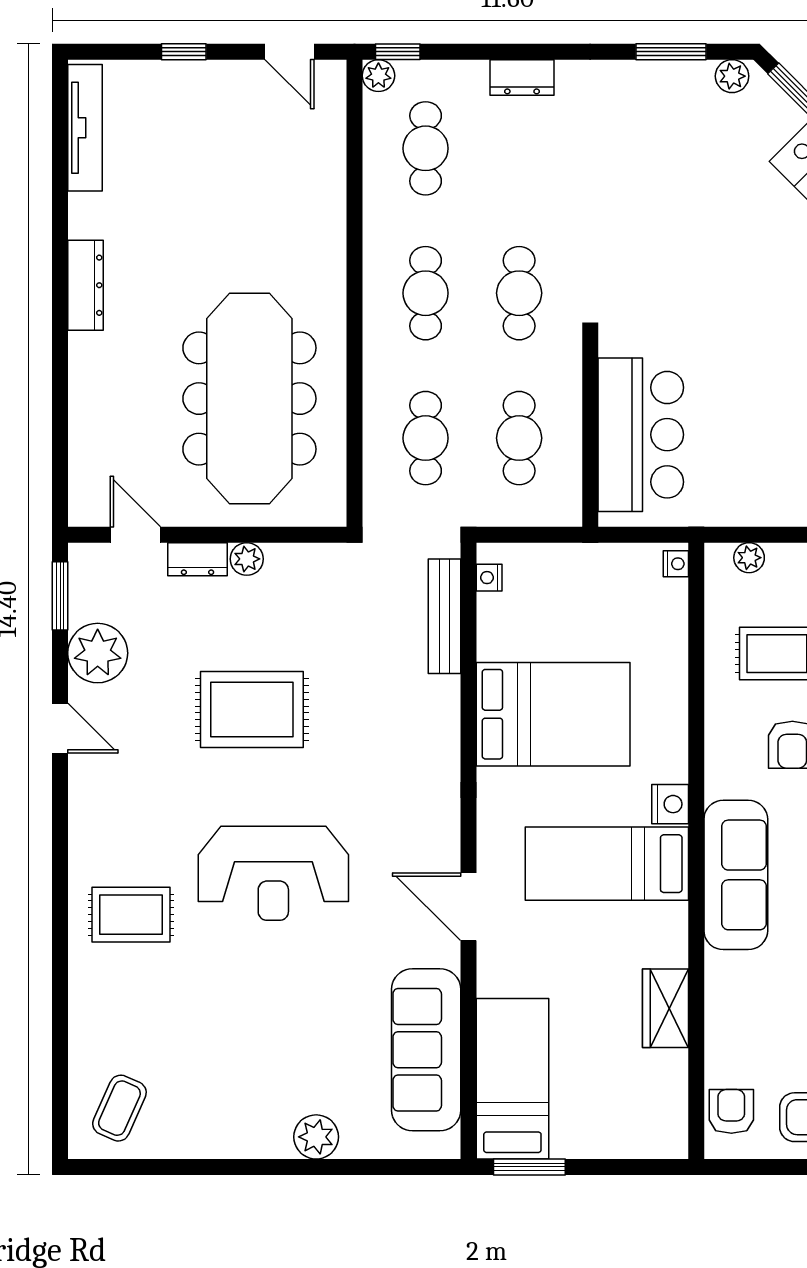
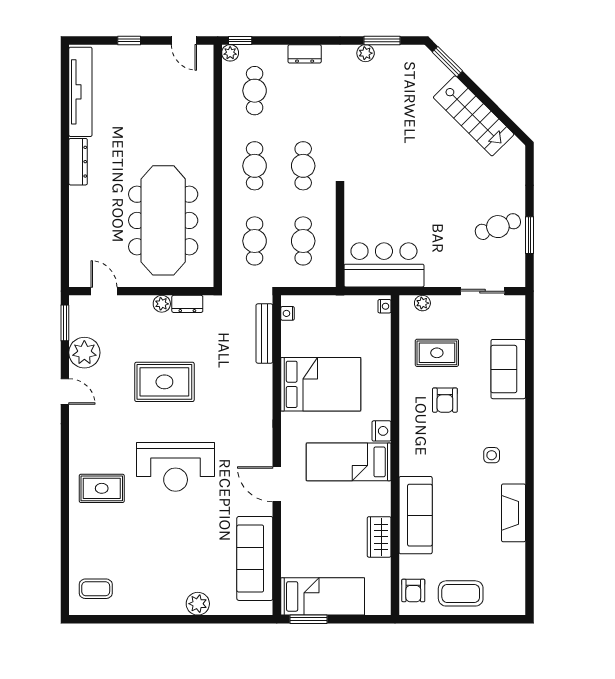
plant: (732, 76) -> (366, 53), moved
tv unit: (85, 128) -> (80, 92), width x1.36, depth x1.29
bar counter: (641, 435) -> (384, 265), moved, turned -90
dresser: (198, 559) -> (187, 304), moved
sofa: (736, 875) -> (416, 515), moved
bed: (512, 1079) -> (323, 596), moved, turned 90
coffee table: (119, 1108) -> (96, 589), turned 66
armchair: (731, 1111) -> (413, 590), turned 180

